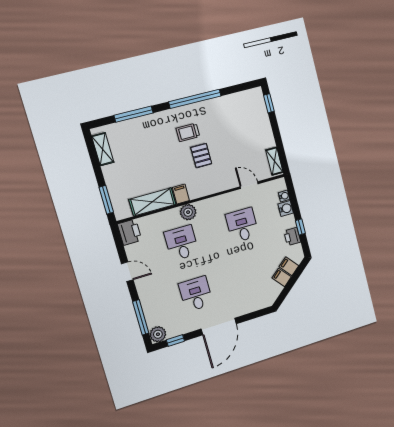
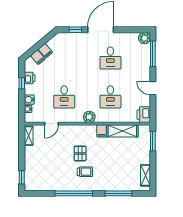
door: (249, 185) -> (51, 124), hinge flipped
plant: (188, 212) -> (89, 117), moved
window: (175, 340) -> (75, 30), moved

